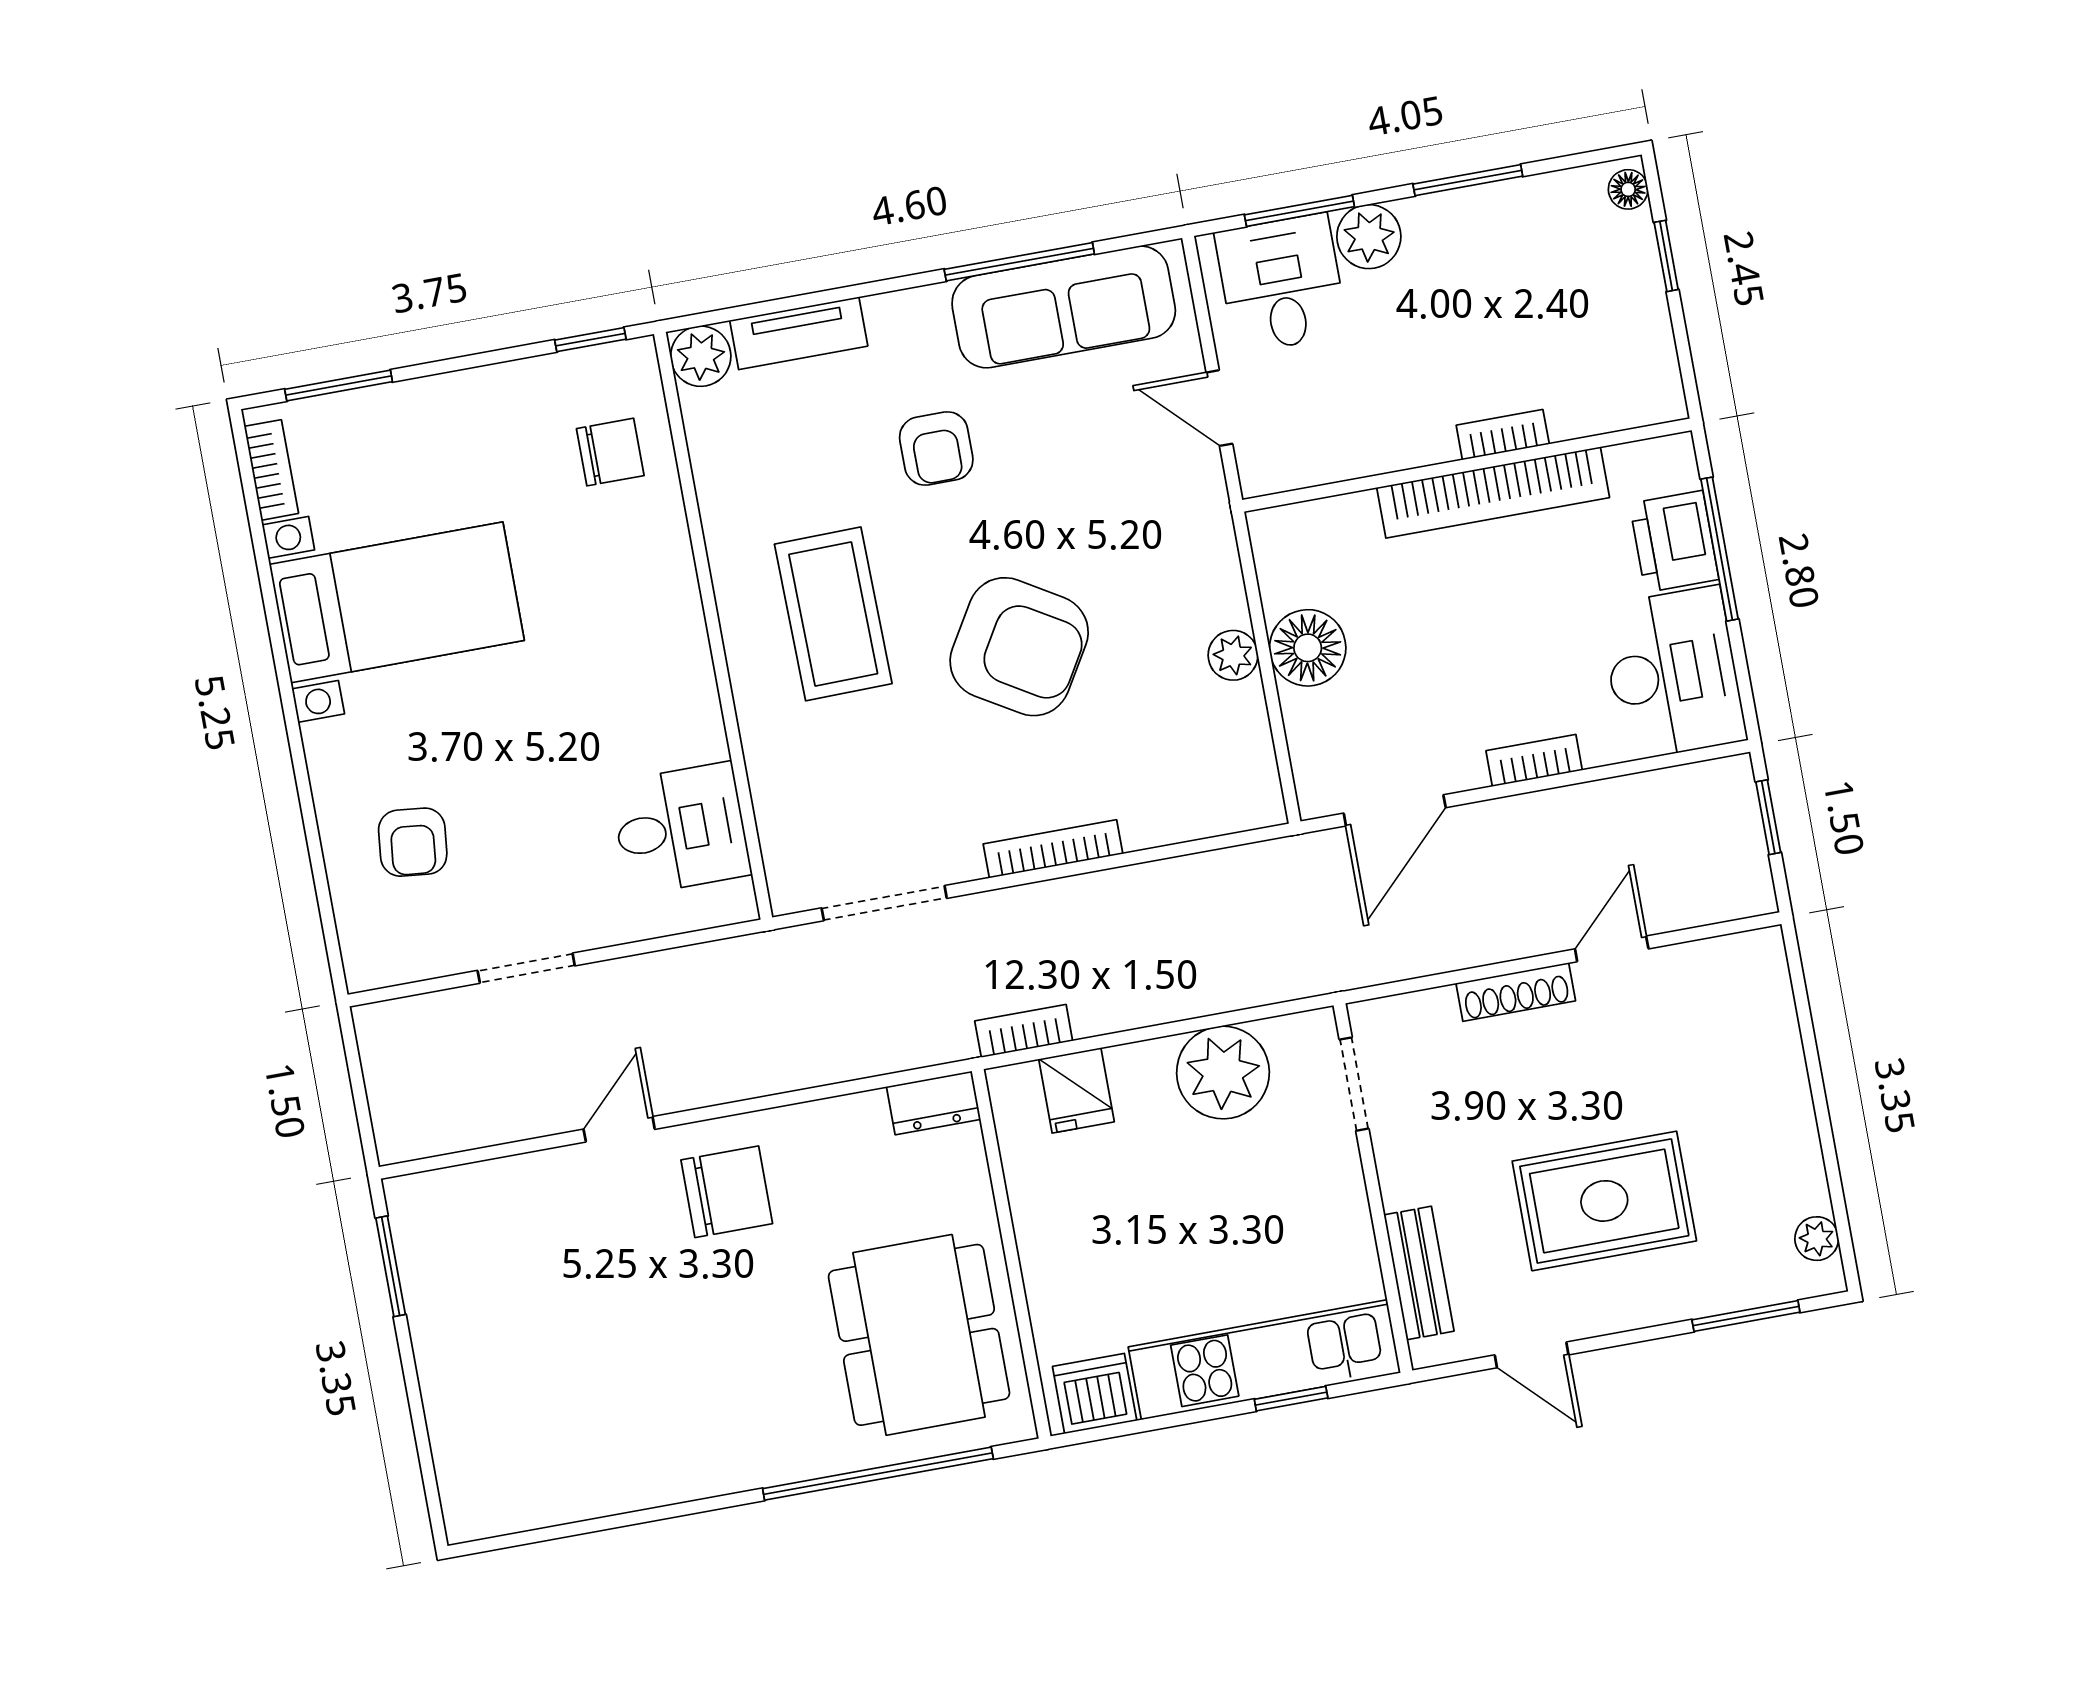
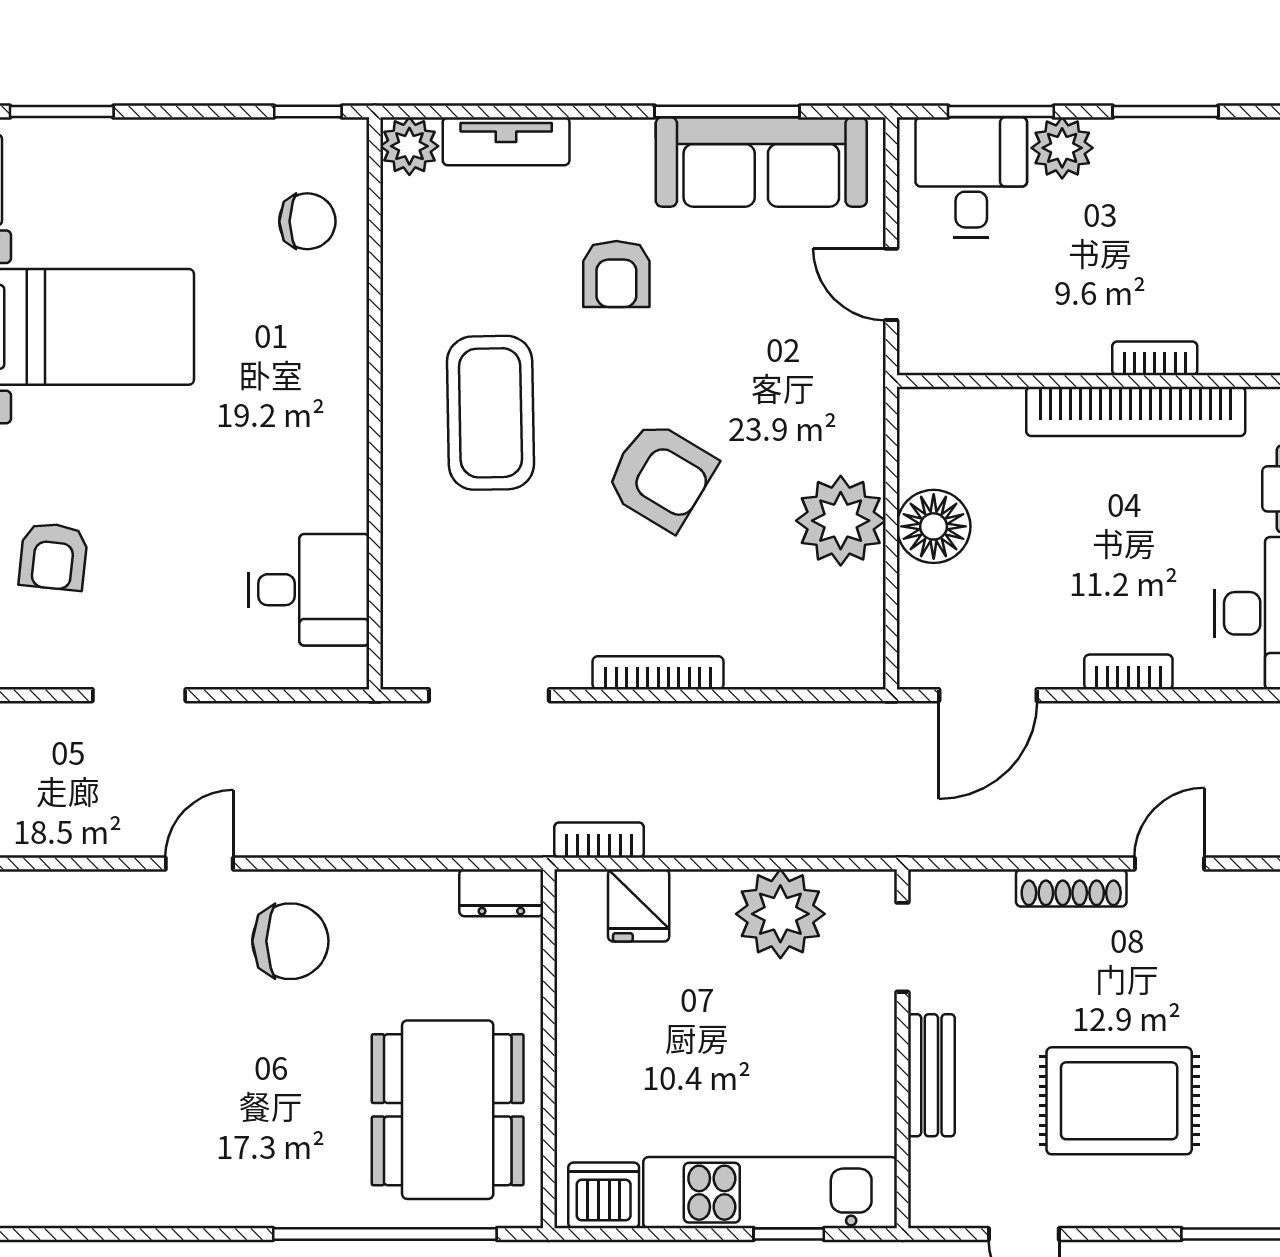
armchair: (1019, 647) -> (661, 476), width x0.73, depth x0.73
plant: (1233, 655) -> (841, 521), width x1.88, depth x1.88
bench: (1419, 1273) -> (931, 1075), moved

